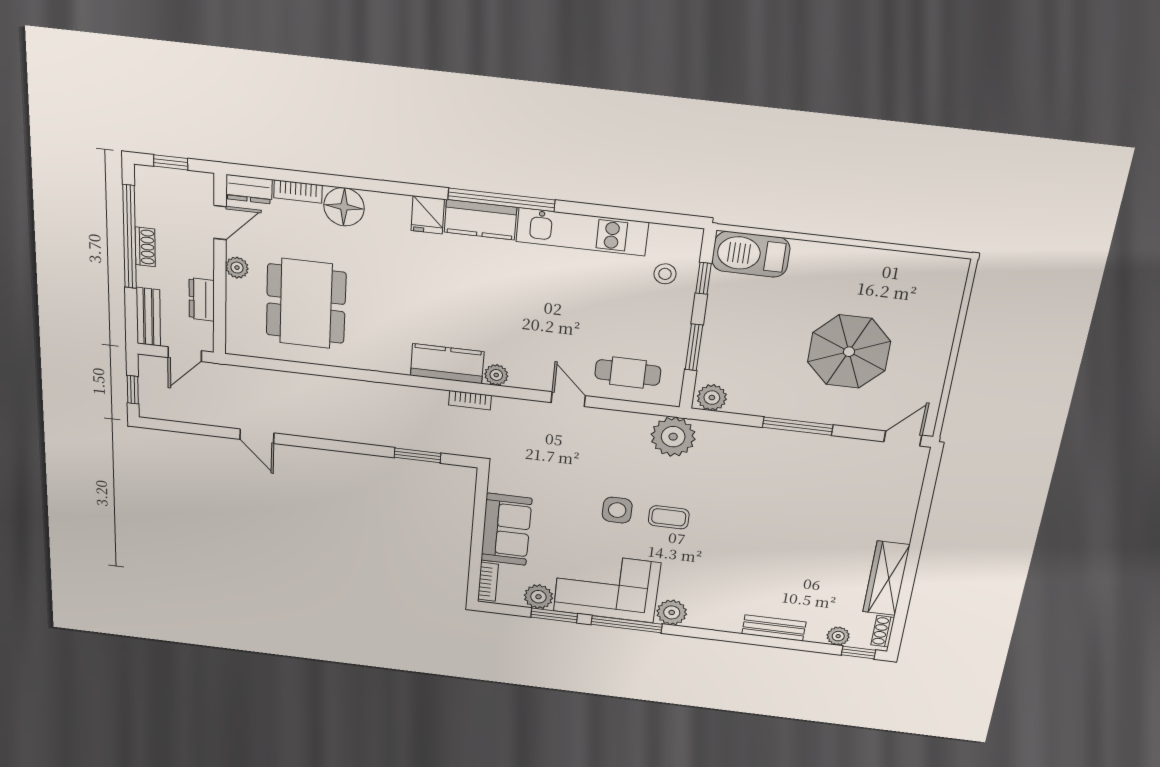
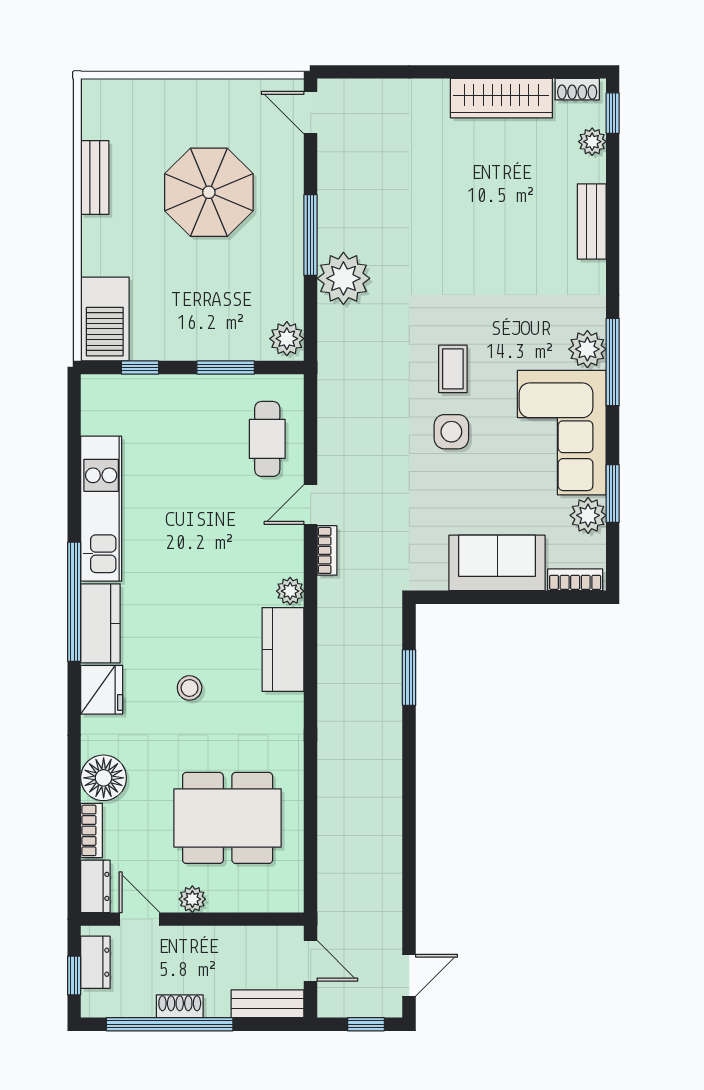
fridge: (428, 215) -> (102, 690), width x1.38
bench: (880, 260) -> (95, 177), added
stool: (665, 274) -> (190, 688), moved
dresser: (202, 299) -> (95, 962), moved, turned -90
bookcase: (470, 400) -> (327, 550), moved
door: (257, 436) -> (409, 975), moved
plant: (673, 437) -> (343, 278), moved
window: (627, 624) -> (613, 362), moved

